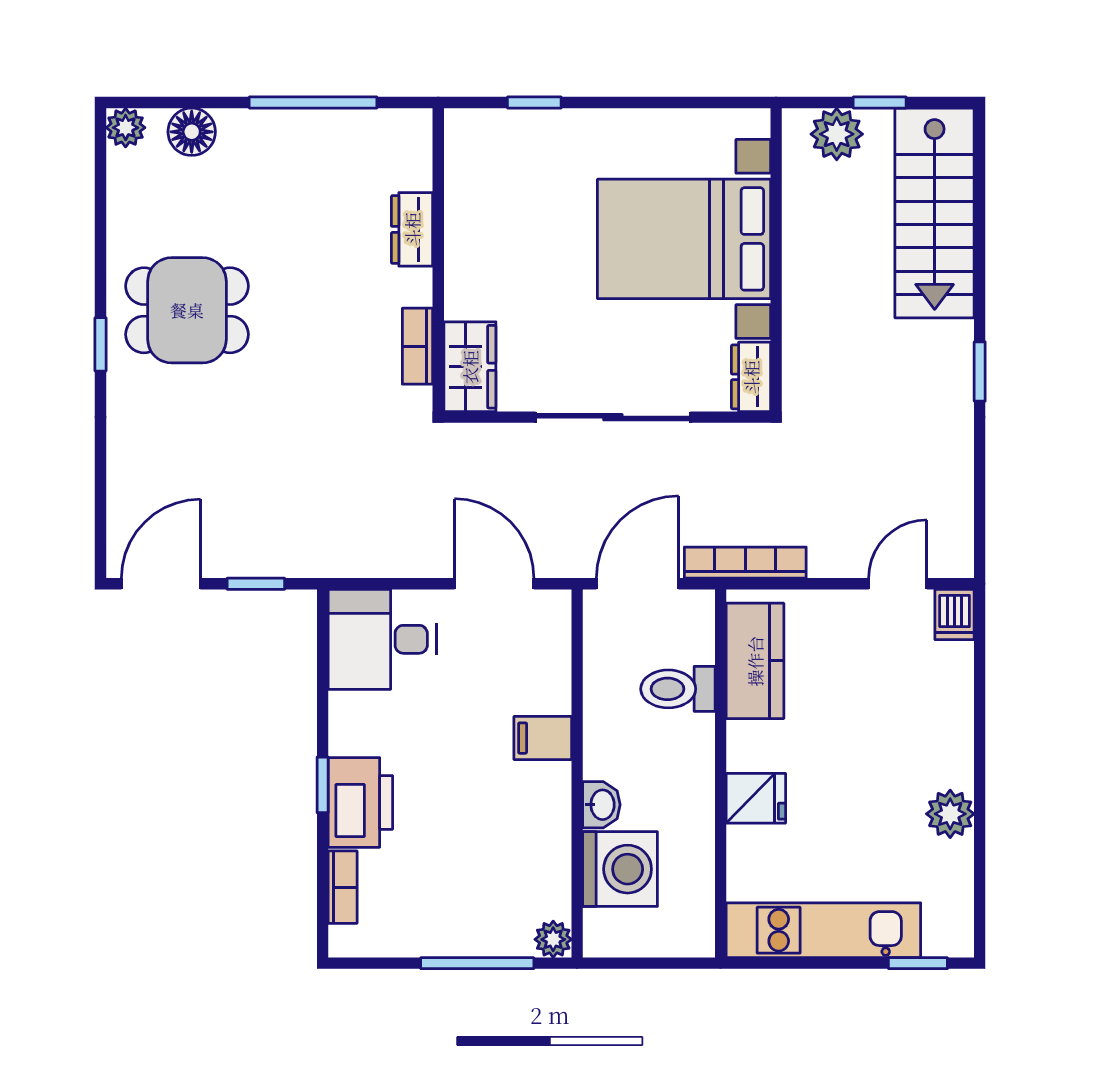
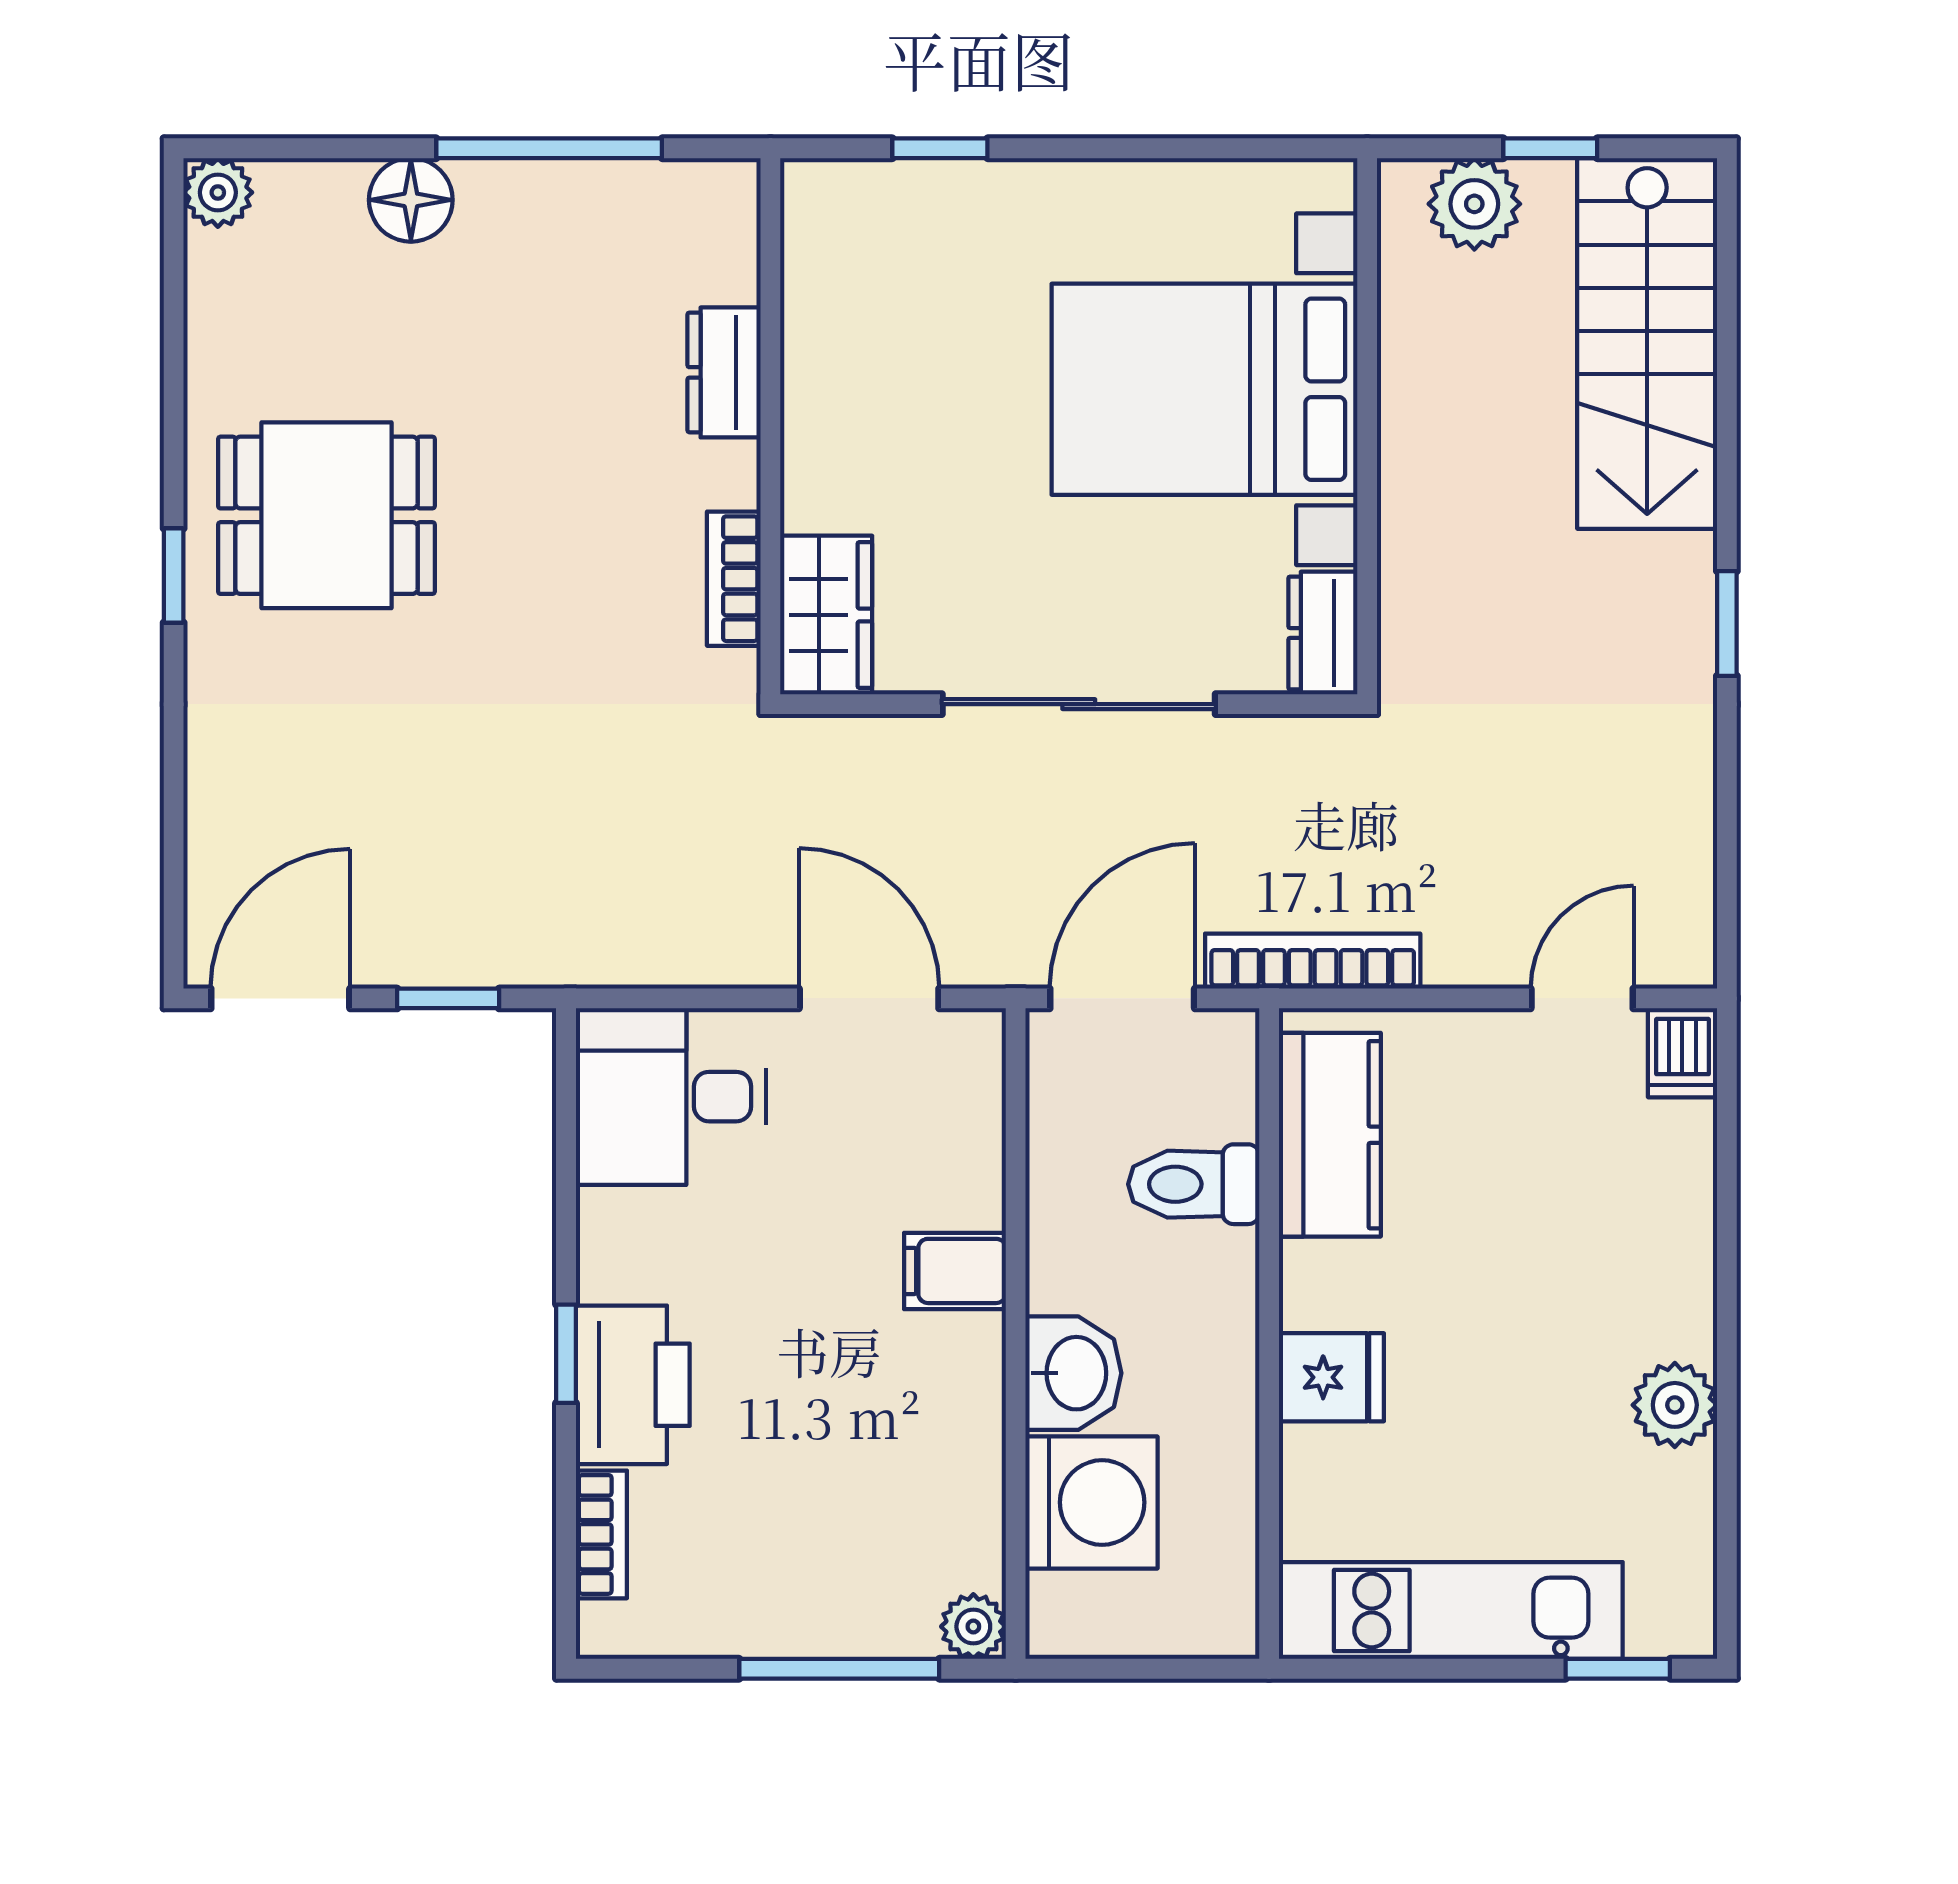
floor lamp: (192, 132) -> (411, 200), moved
washbasin: (601, 805) -> (1073, 1373), width x1.38, depth x1.45

